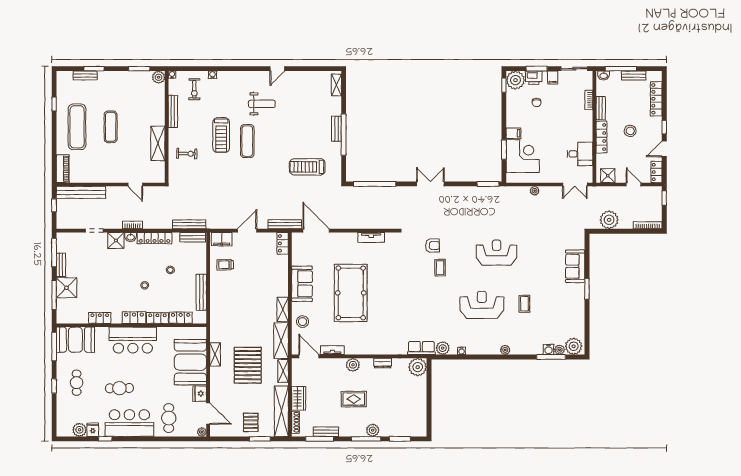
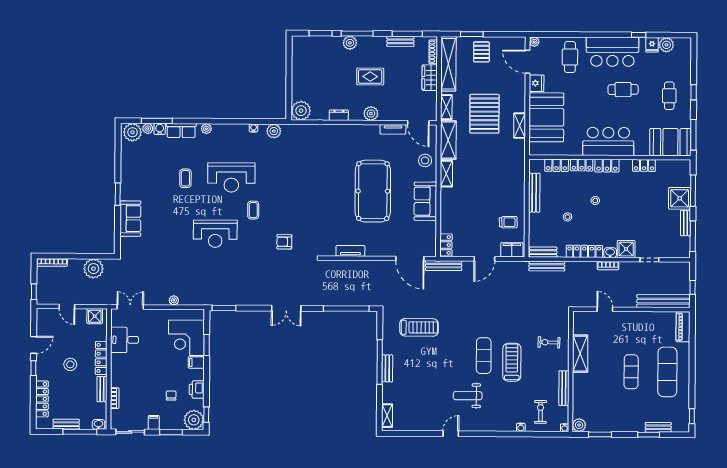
printer: (534, 78) -> (197, 389), moved, turned -90
window: (54, 104) -> (692, 416), moved
locker: (656, 172) -> (42, 320), removed
coffee table: (440, 268) -> (253, 210), moved
row of seats: (421, 348) -> (181, 131), moved

